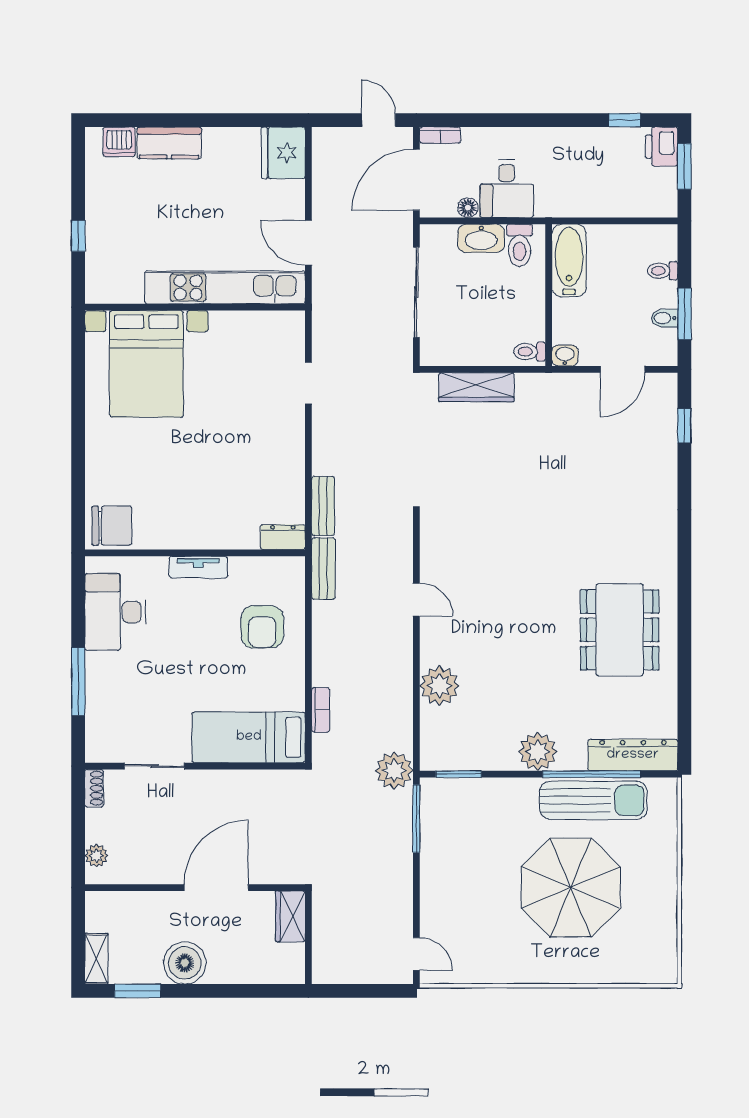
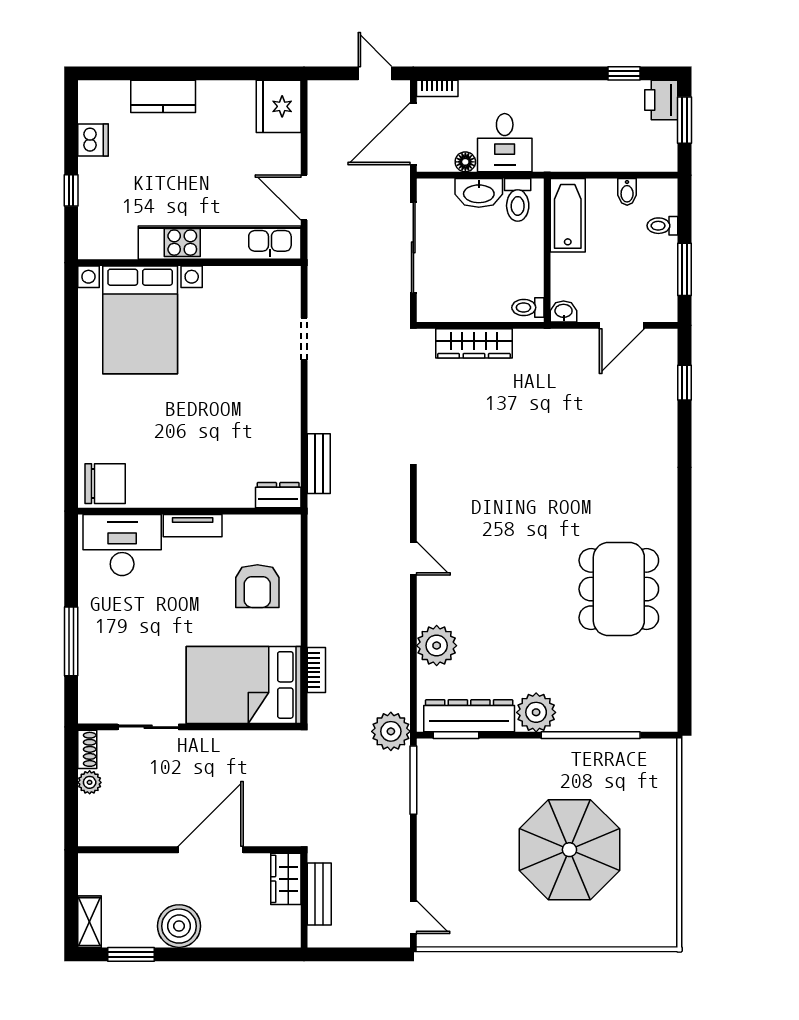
dishwasher: (119, 142) -> (93, 140), moved, turned -90
bidet: (664, 318) -> (627, 192), moved, turned -90
bench: (323, 569) -> (319, 894), moved
desk: (115, 612) -> (122, 545), moved, turned 90
bed: (249, 737) -> (244, 685), width x1.50
dresser: (633, 755) -> (469, 716), moved
sun lounger: (593, 800) -> (592, 762), removed
plant: (96, 856) -> (90, 782), moved

